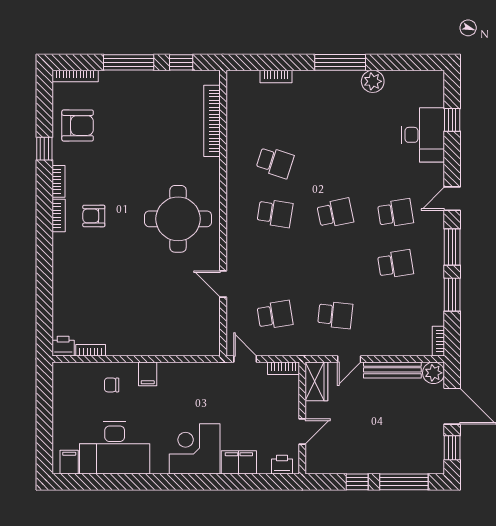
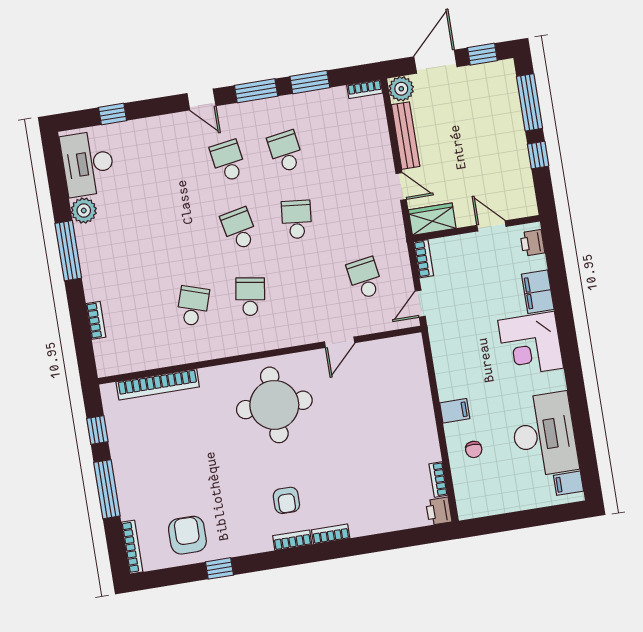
desk: (423, 135) -> (88, 164), moved, turned -90
bookcase: (58, 181) -> (331, 534), moved
school desk: (335, 315) -> (297, 219), moved

